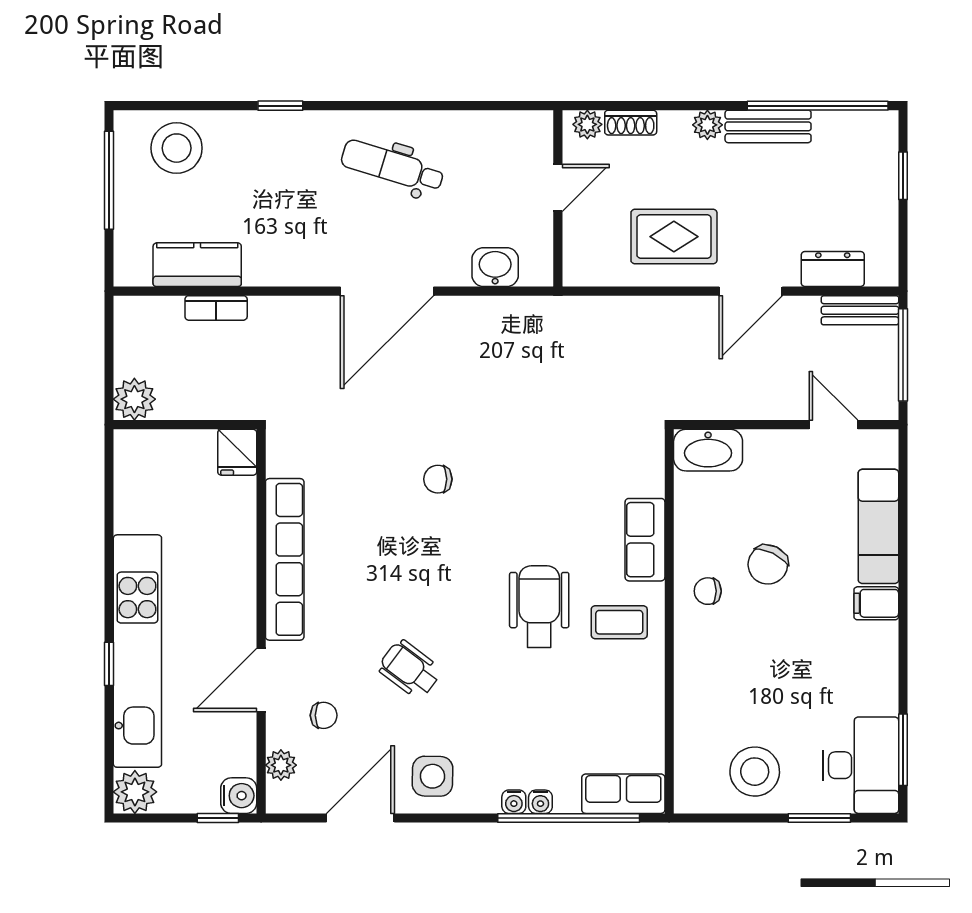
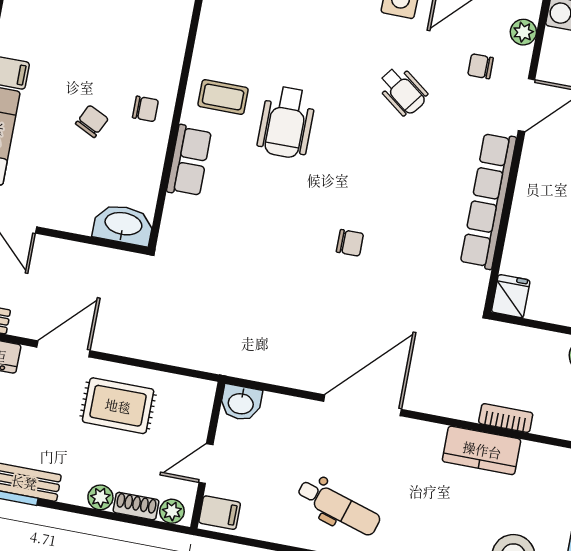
plant: (707, 125) -> (100, 497), moved
filing cabinet: (531, 133) -> (220, 513), added
kitchen counter: (197, 265) -> (482, 450), moved
washbasin: (495, 267) -> (241, 403), moved
chair: (768, 565) -> (92, 121), width x0.73, depth x0.73

